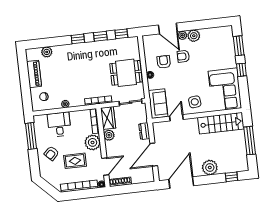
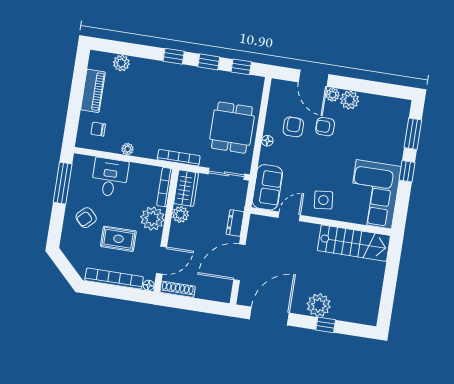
dining table: (126, 73) -> (232, 128), turned 90
window: (250, 141) -> (390, 281), removed
window: (231, 177) -> (326, 325), moved

